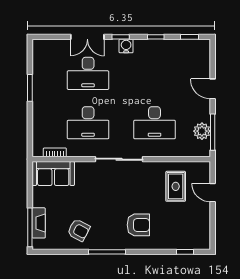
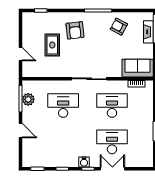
rug: (176, 186) -> (52, 45), moved
armchair: (138, 225) -> (75, 30), turned -96

